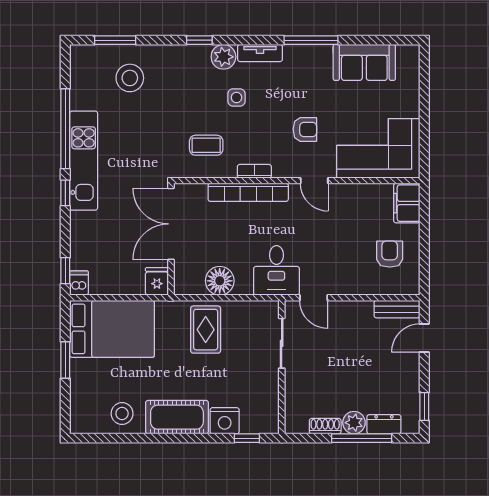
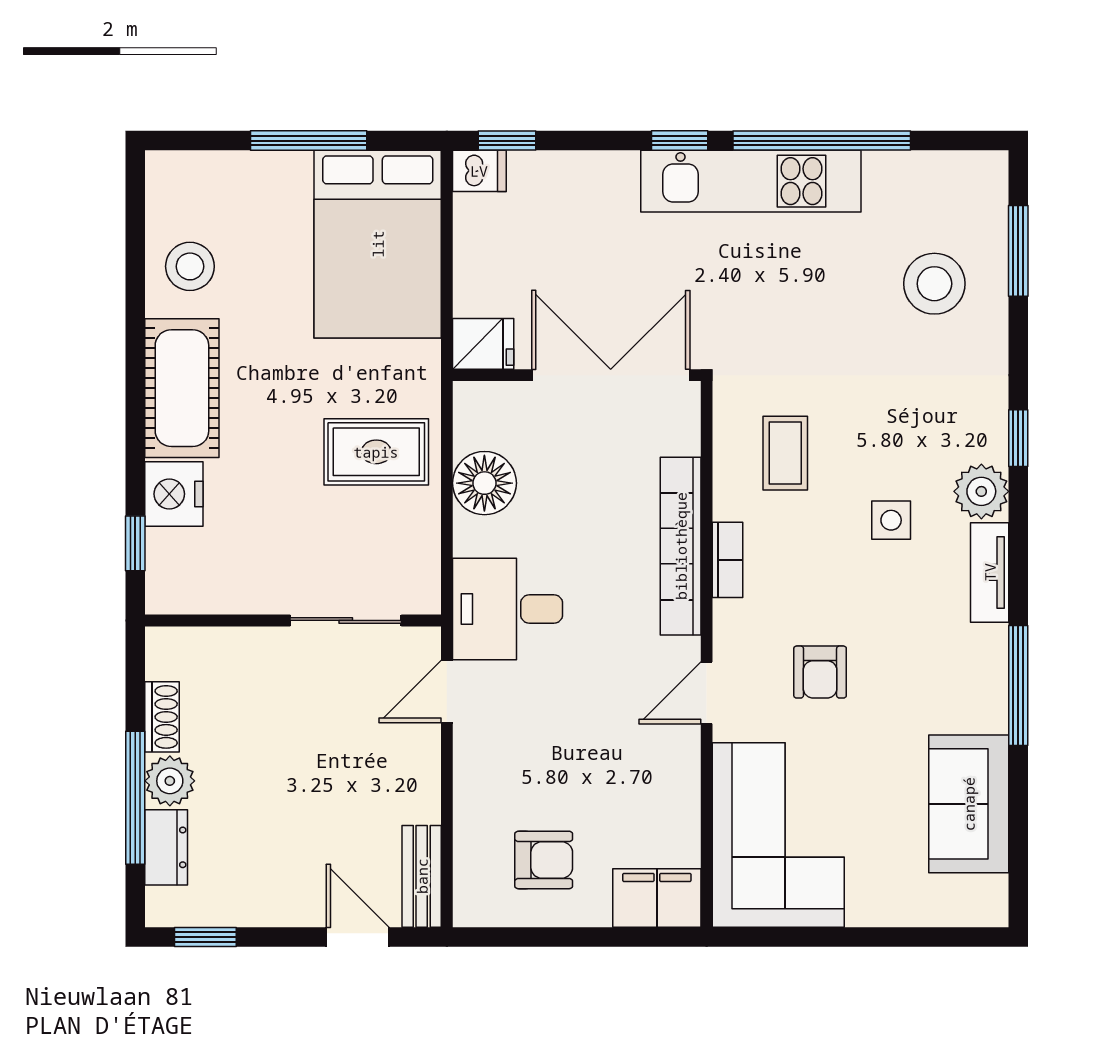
window: (65, 360) -> (309, 141), width x1.44

